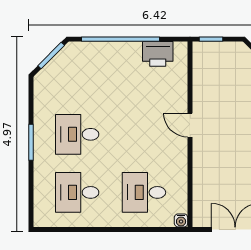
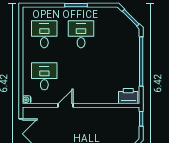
printer: (158, 54) -> (128, 96), moved, turned 90
door: (190, 125) -> (66, 105), moved

